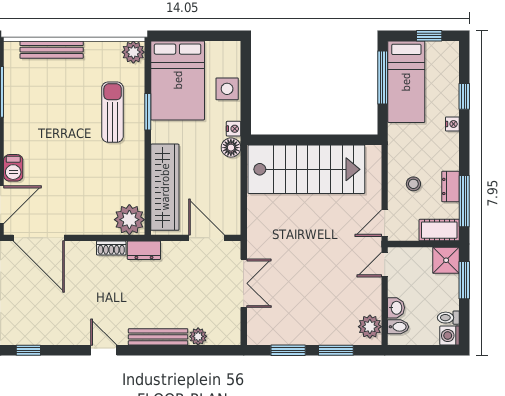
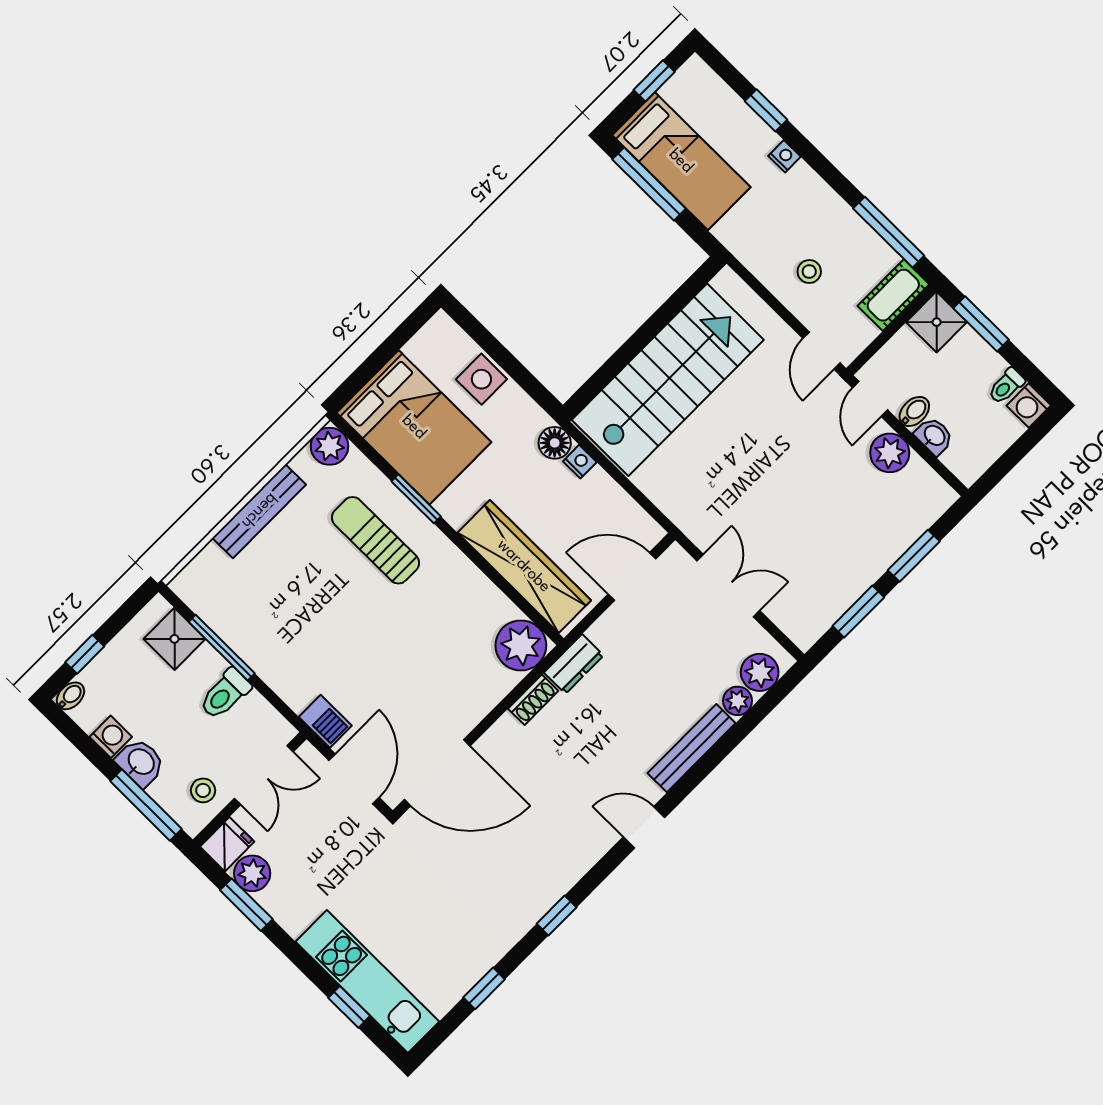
bench: (52, 50) -> (259, 511), moved
nightstand: (234, 129) -> (580, 462), moved
dresser: (451, 186) -> (855, 231), removed
plant: (370, 327) -> (890, 453), moved
bidet: (398, 327) -> (914, 411), moved
plant: (220, 334) -> (760, 672), added

